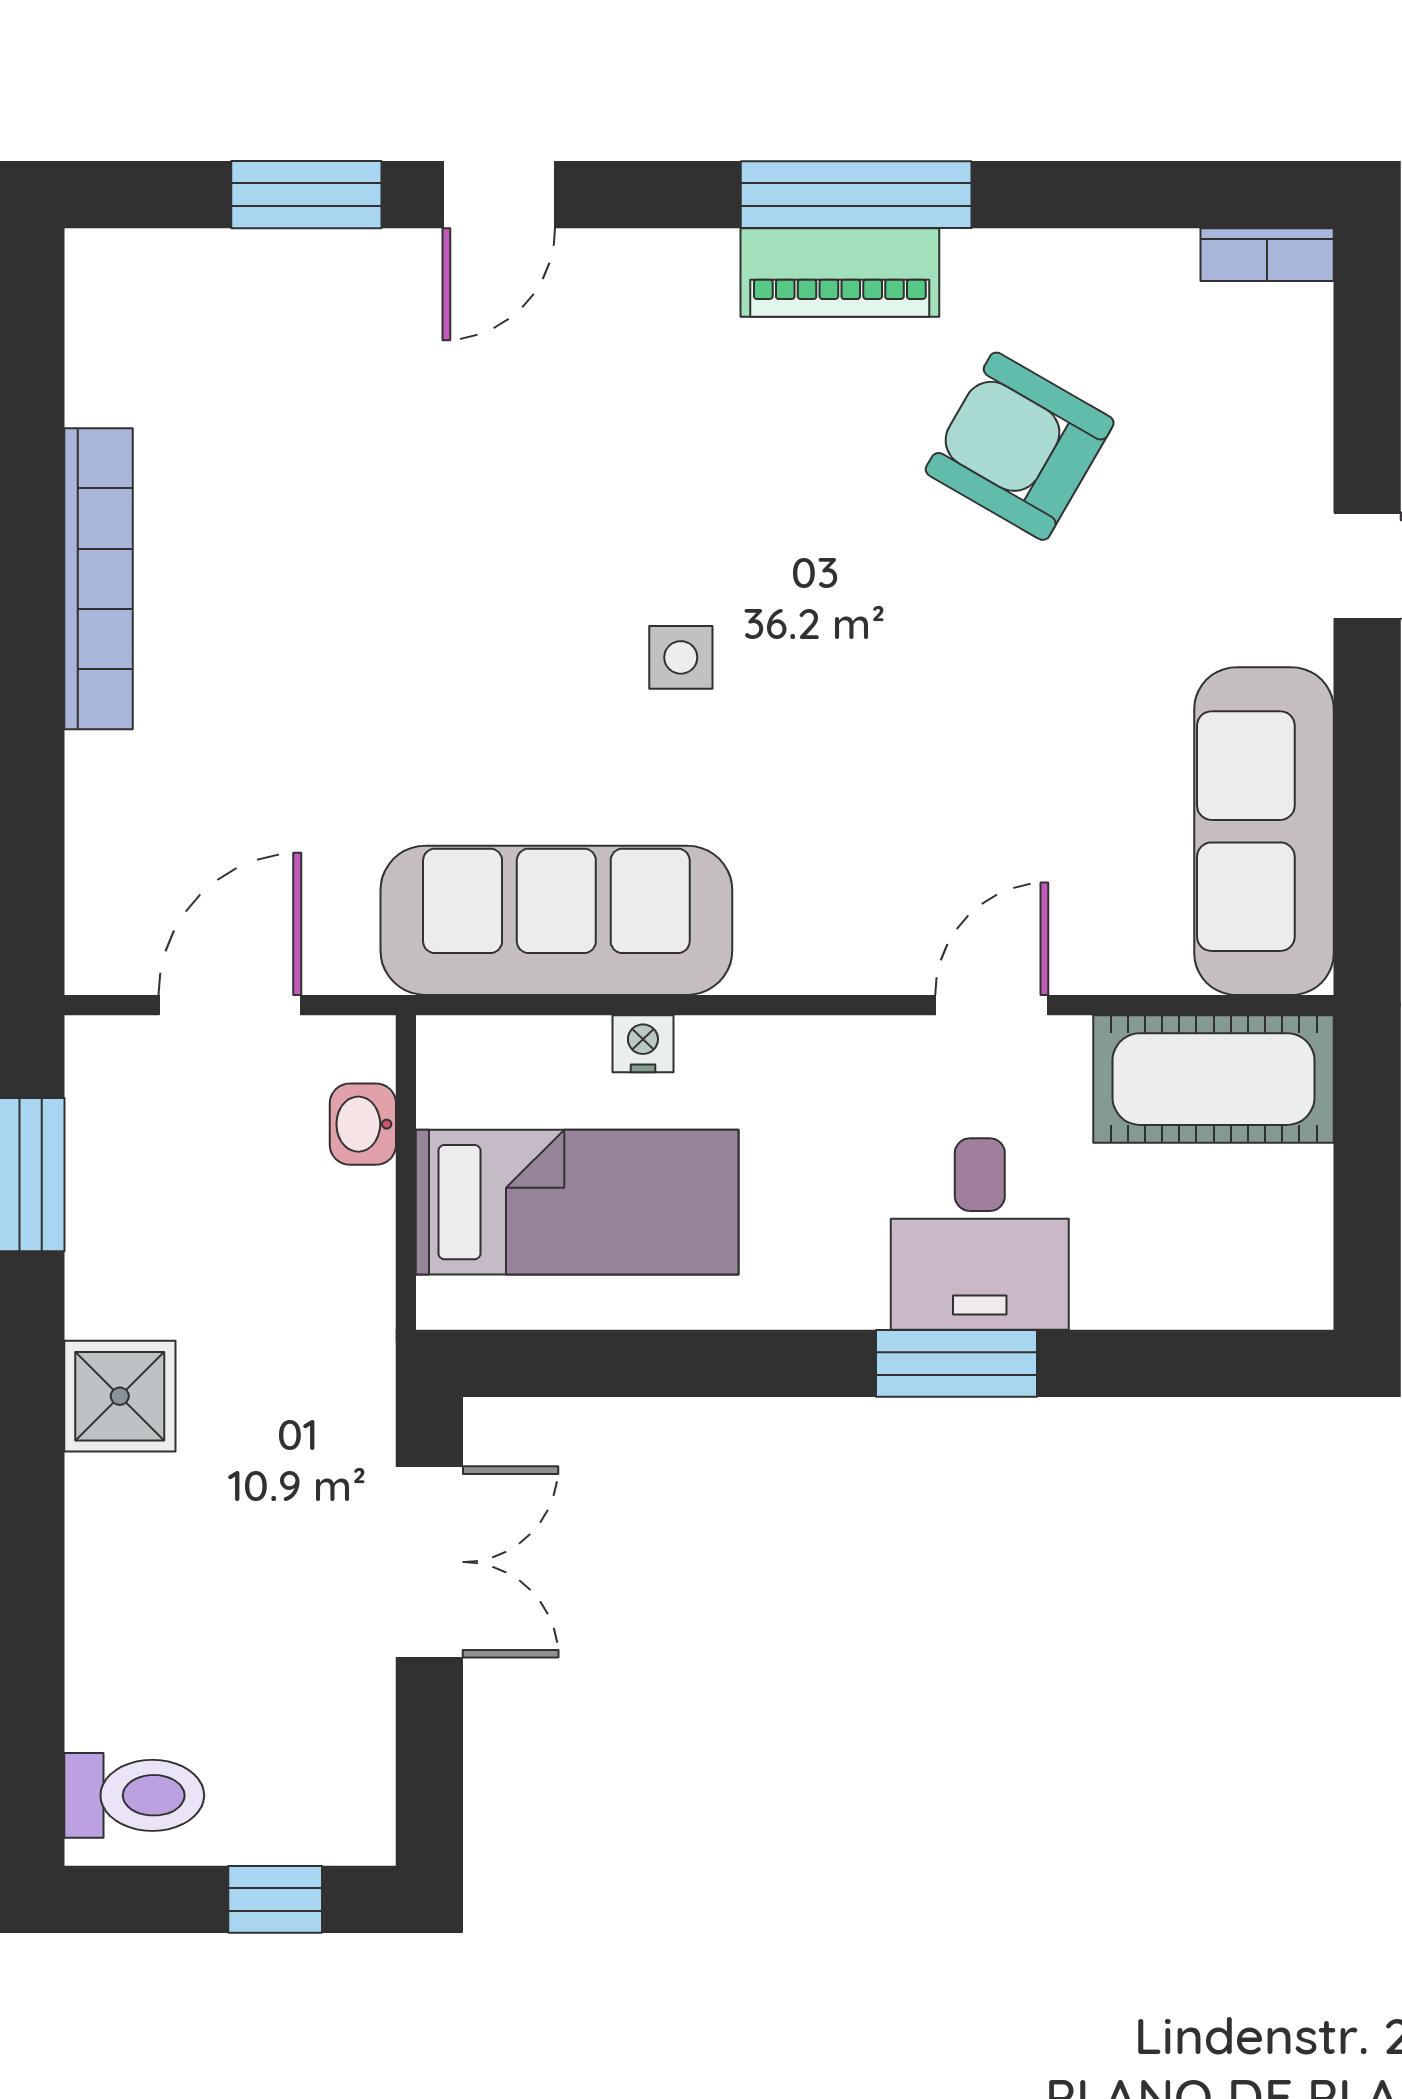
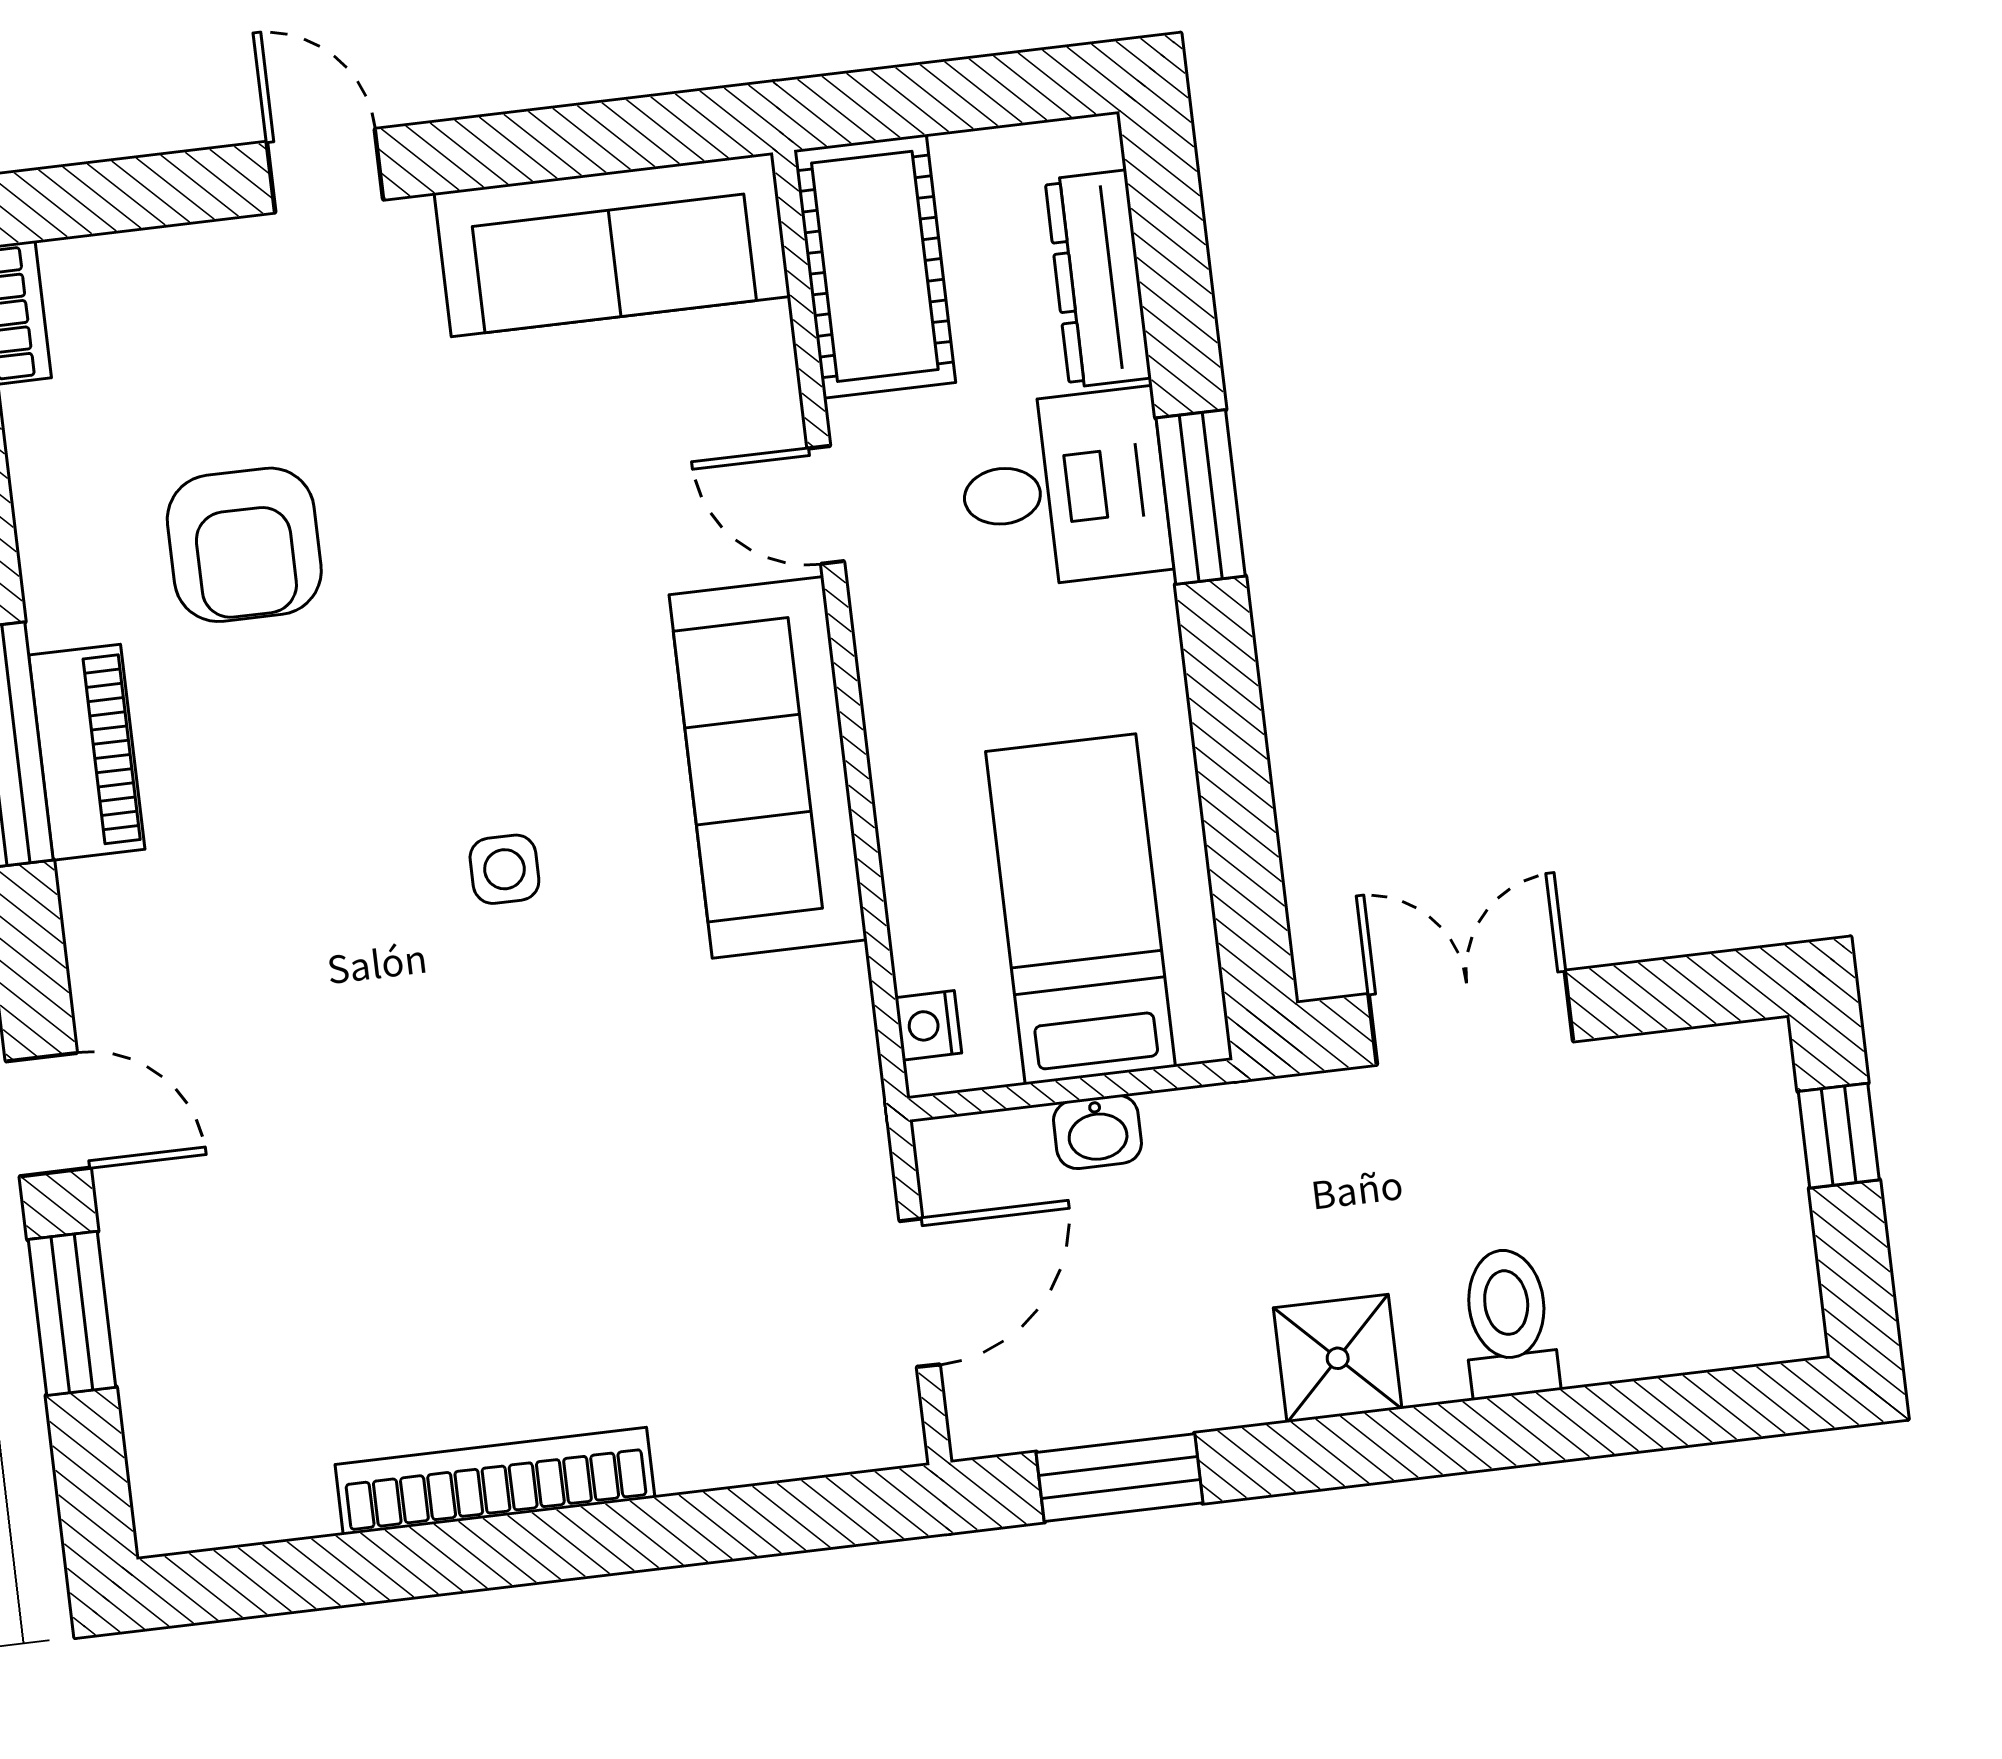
armchair: (1020, 446) -> (244, 545), turned -30
sofa: (556, 920) -> (768, 767), moved
door: (230, 1005) -> (920, 1293), swing flipped
nightstand: (643, 1044) -> (928, 1025), moved
washbasin: (363, 1124) -> (1097, 1132), moved
dresser: (1176, 1291) -> (1098, 279), added
toilet: (134, 1795) -> (1509, 1323), moved

